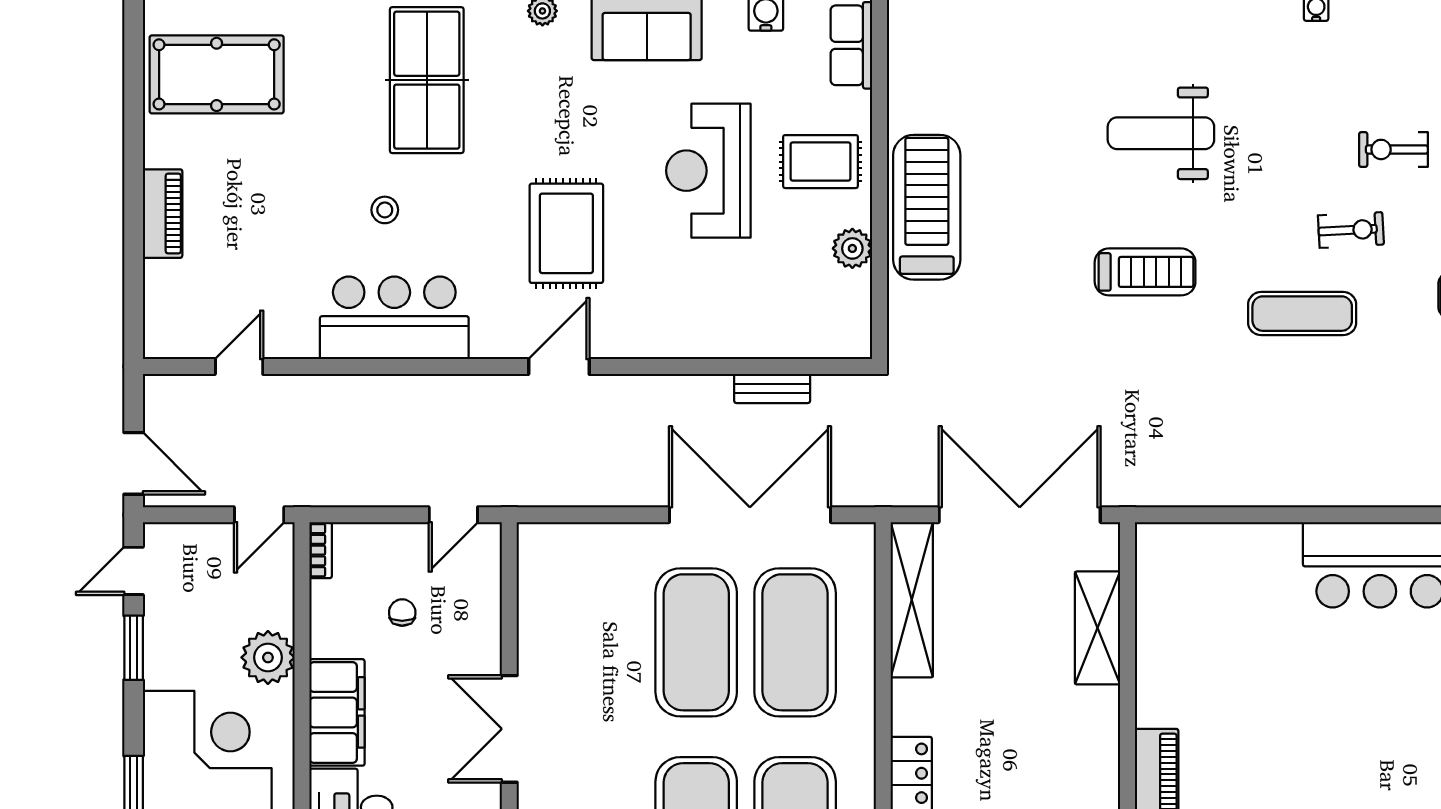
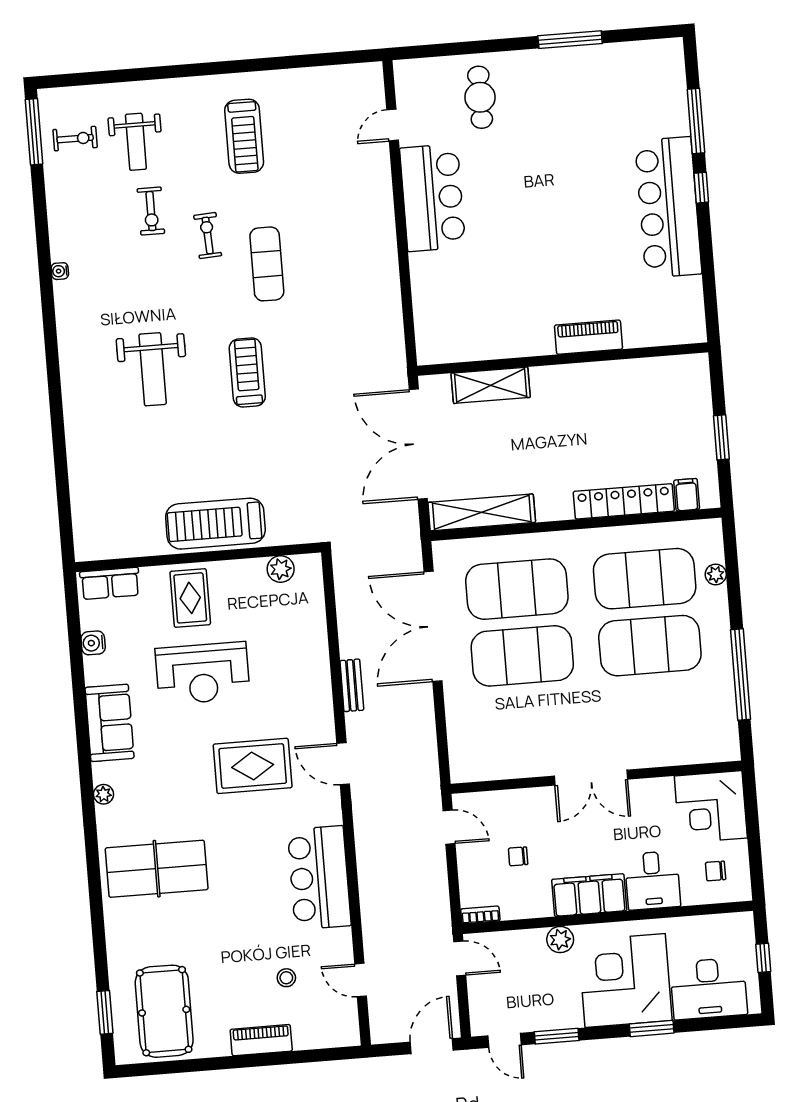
stool: (385, 210) -> (286, 978), moved
plant: (852, 248) -> (281, 569), moved
bench: (772, 388) -> (352, 685), moved
plant: (268, 657) -> (560, 940), width x0.73, depth x0.73

